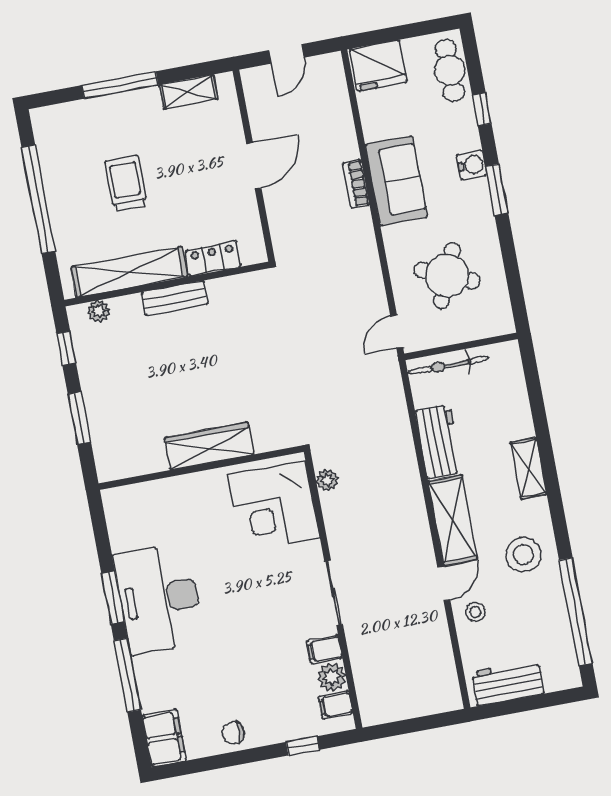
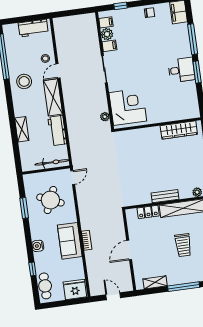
door: (287, 54) -> (113, 296), hinge flipped
window: (497, 190) -> (24, 208), moved
wardrobe: (209, 446) -> (179, 130), moved
shelving: (529, 468) -> (22, 129), moved
desk: (159, 599) -> (181, 70), width x0.53, depth x0.77

